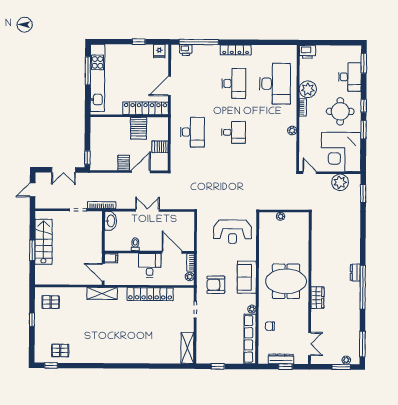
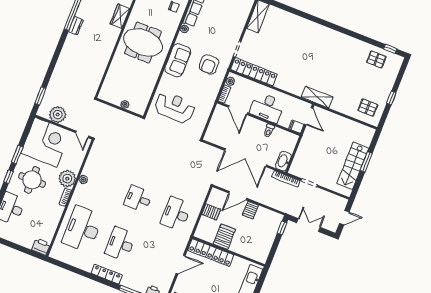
plant: (308, 89) -> (67, 179), moved
double door: (147, 210) -> (246, 158), width x1.87
desk: (150, 265) -> (267, 108), width x1.37
armchair: (216, 285) -> (209, 64), turned 90
locker: (150, 294) -> (254, 72), moved

